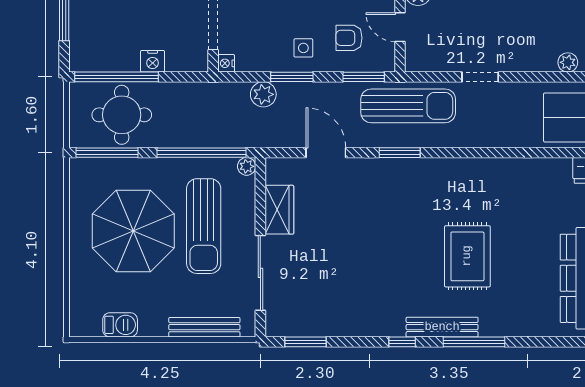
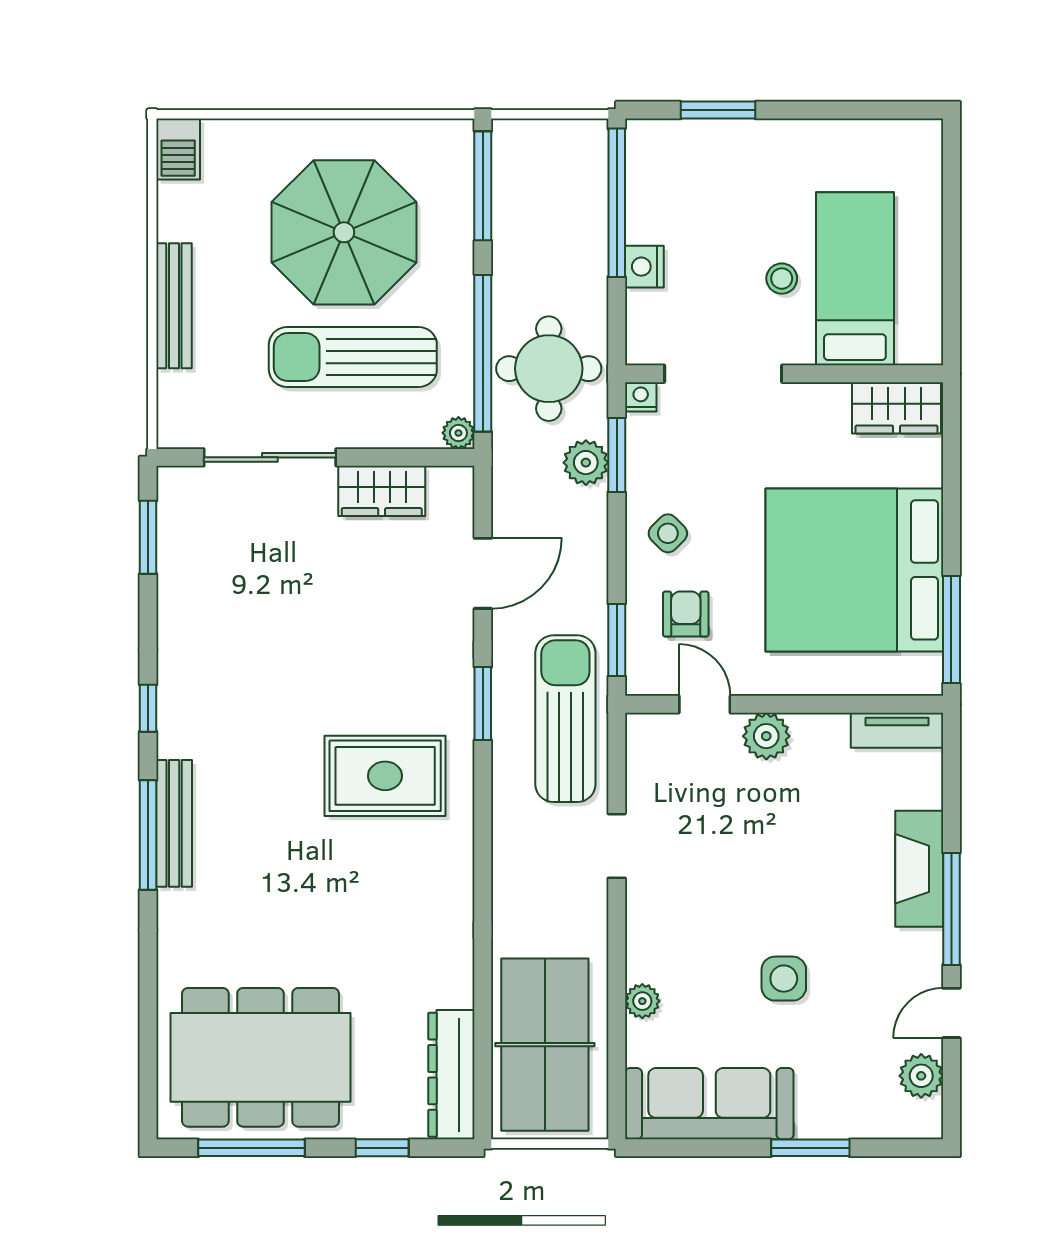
door: (400, 27) -> (705, 704), hinge flipped
side table: (303, 48) -> (668, 533), turned 45
window: (292, 77) -> (617, 455), moved
sun lounger: (408, 106) -> (565, 719), turned 180
round table: (122, 115) -> (549, 369), moved
rug: (467, 256) -> (385, 776), moved
barbecue: (120, 325) -> (178, 149), moved
bench: (204, 327) -> (174, 306), moved
bench: (442, 327) -> (174, 823), moved

